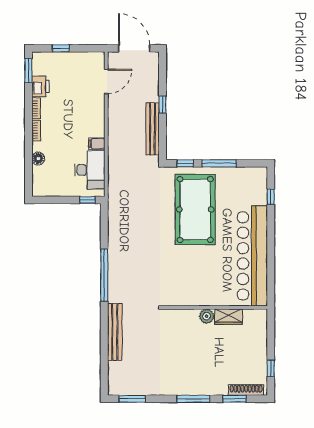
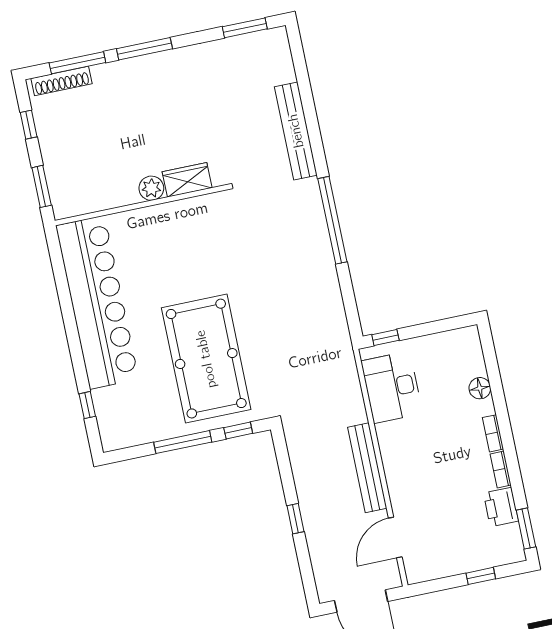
bench: (153, 129) -> (367, 468), moved
filing cabinet: (97, 144) -> (389, 433), removed
wardrobe: (229, 317) -> (187, 180), moved
window: (271, 331) -> (42, 186), added
window: (234, 399) -> (77, 63), width x1.44

